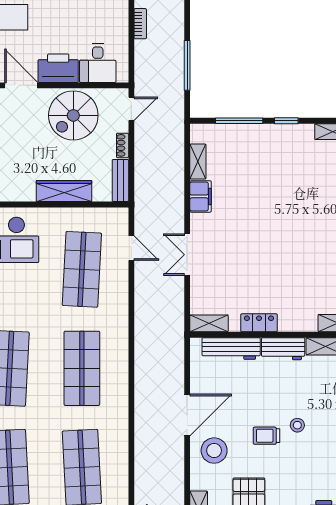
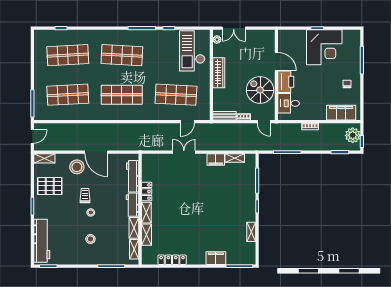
door: (21, 85) -> (276, 62), hinge flipped
wardrobe: (64, 191) -> (219, 73), moved
shelving: (209, 323) -> (146, 213), moved

